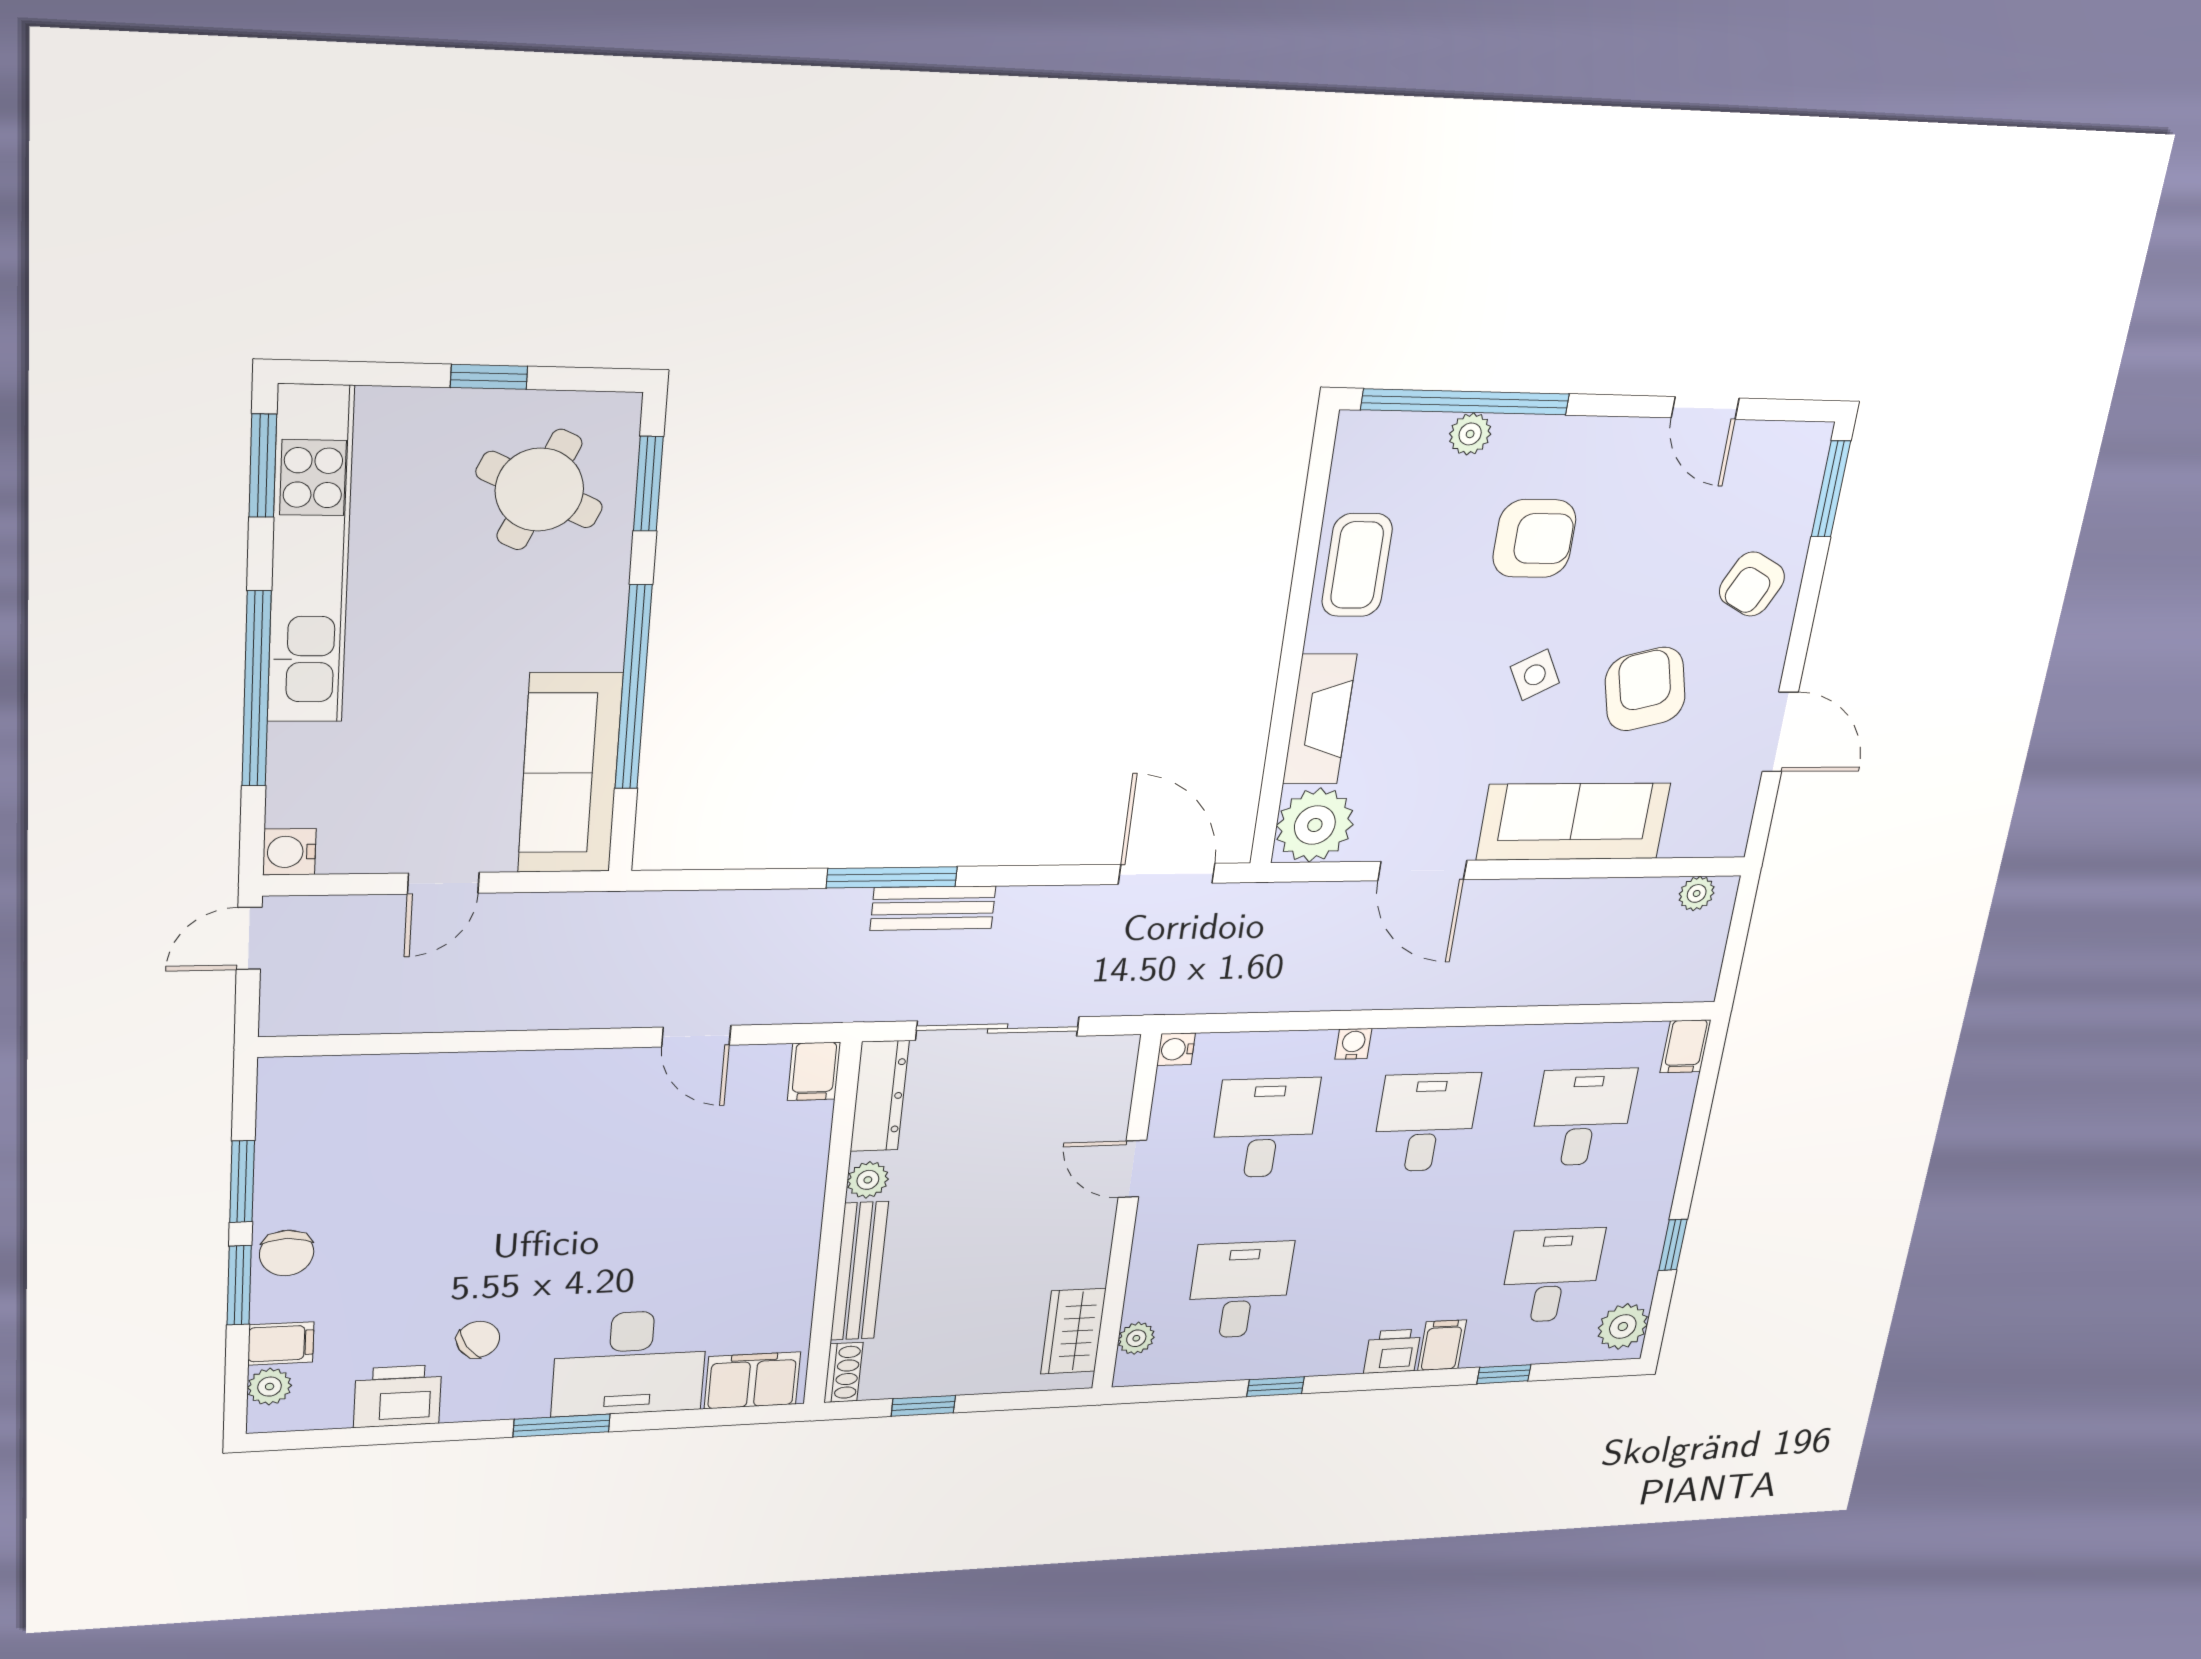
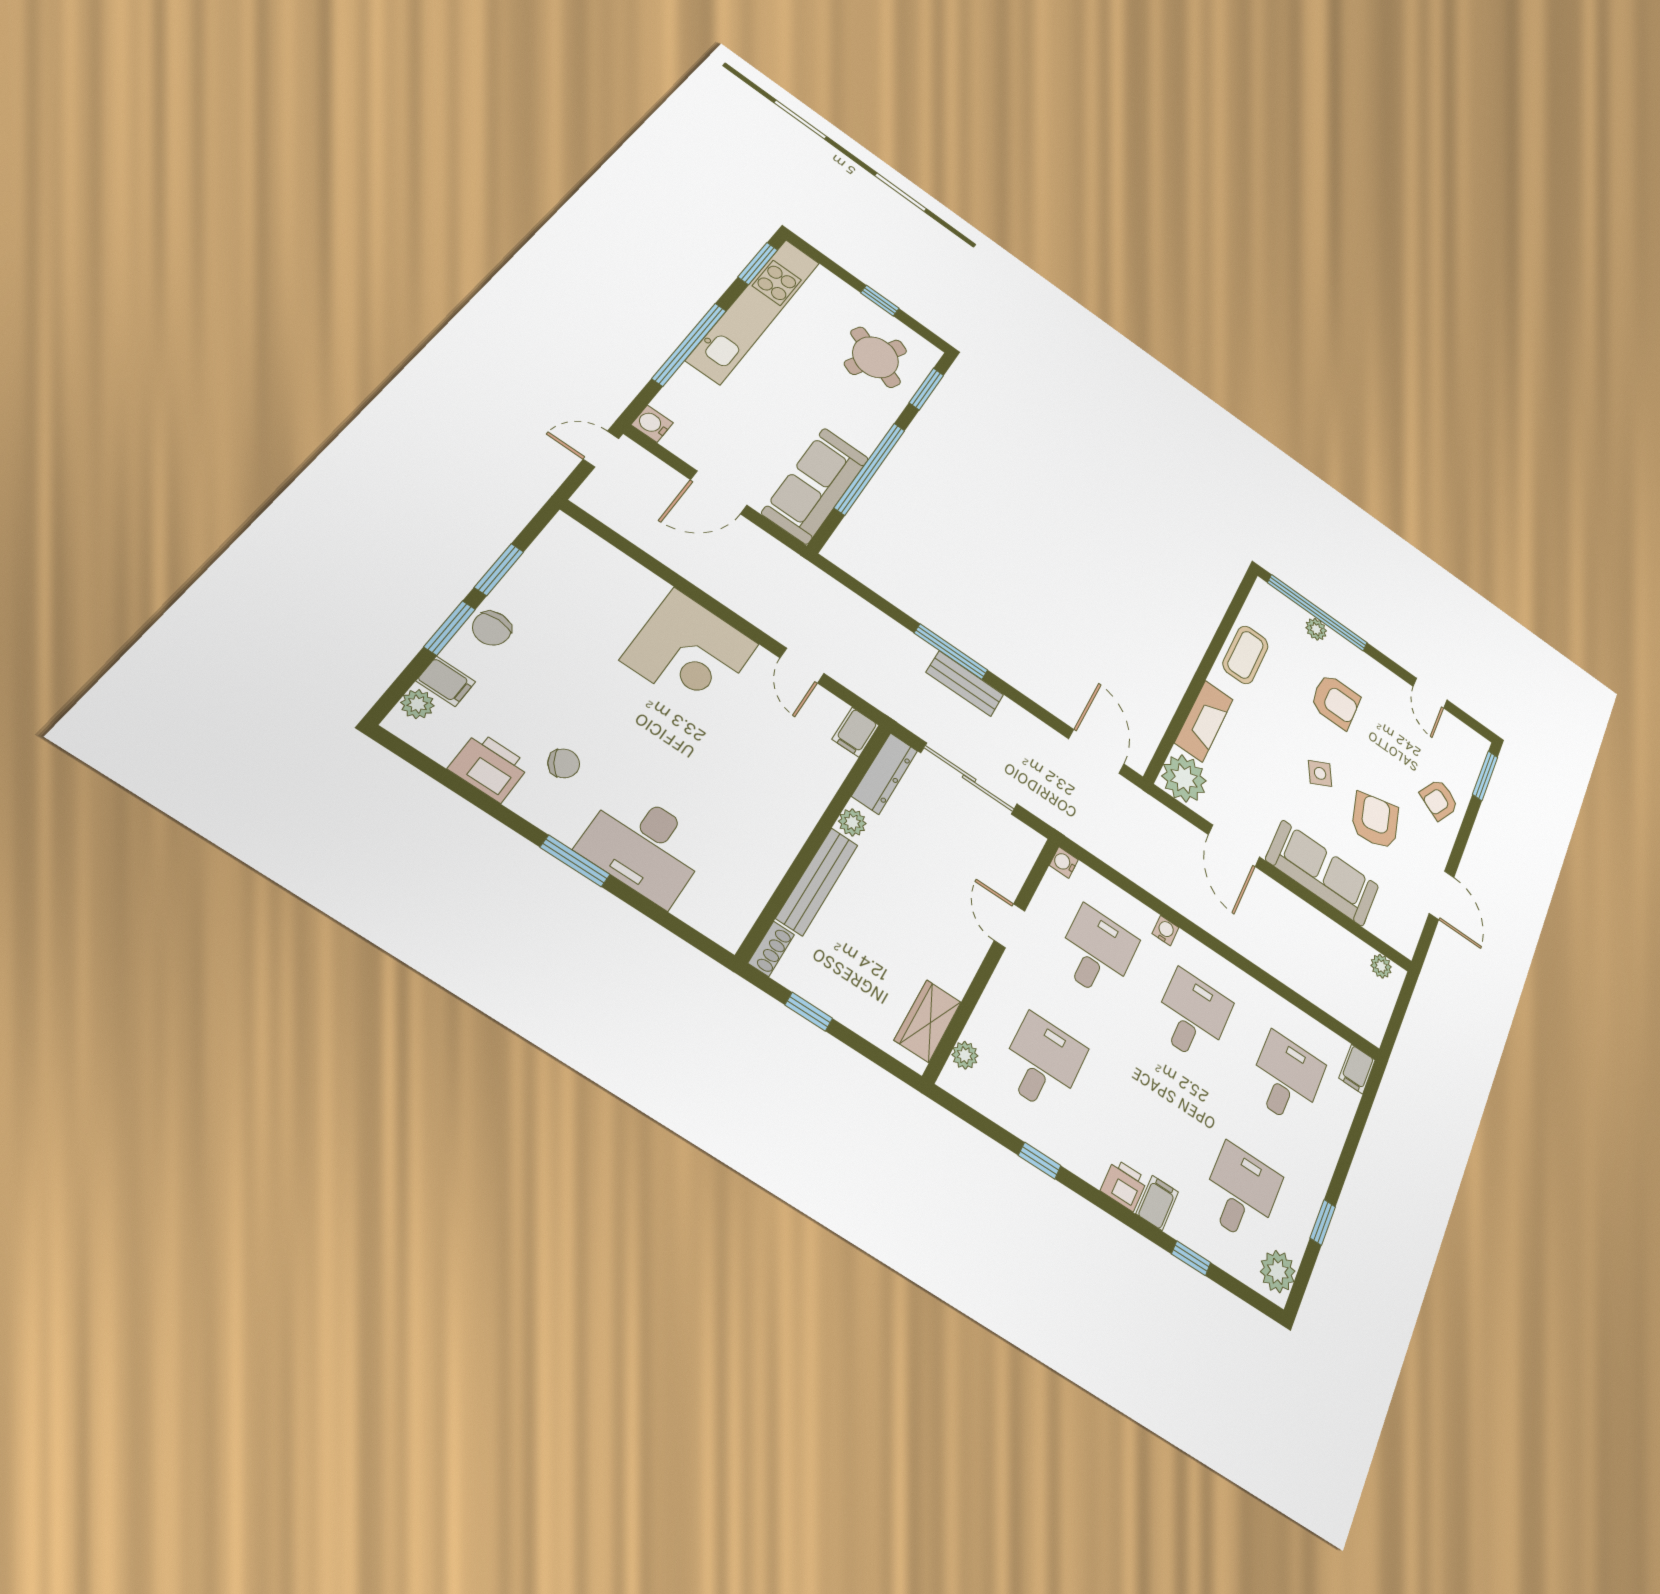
door: (443, 883) -> (719, 492), width x1.38
corner desk: (542, 1118) -> (690, 652), added
filing cabinet: (752, 1380) -> (712, 914), removed

